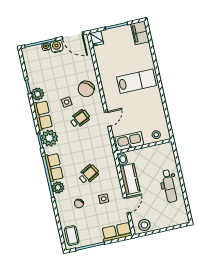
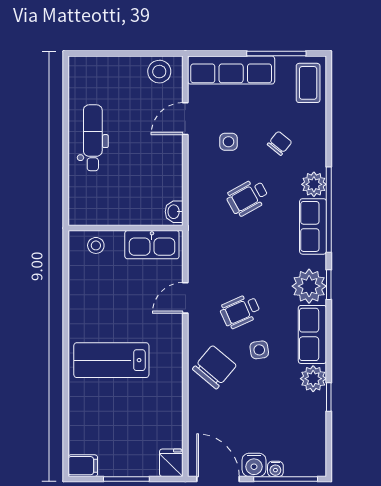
filing cabinet: (140, 33) -> (83, 466), width x0.50
kitchen counter: (130, 179) -> (168, 169), removed
row of seats: (117, 232) -> (231, 70), width x1.48

